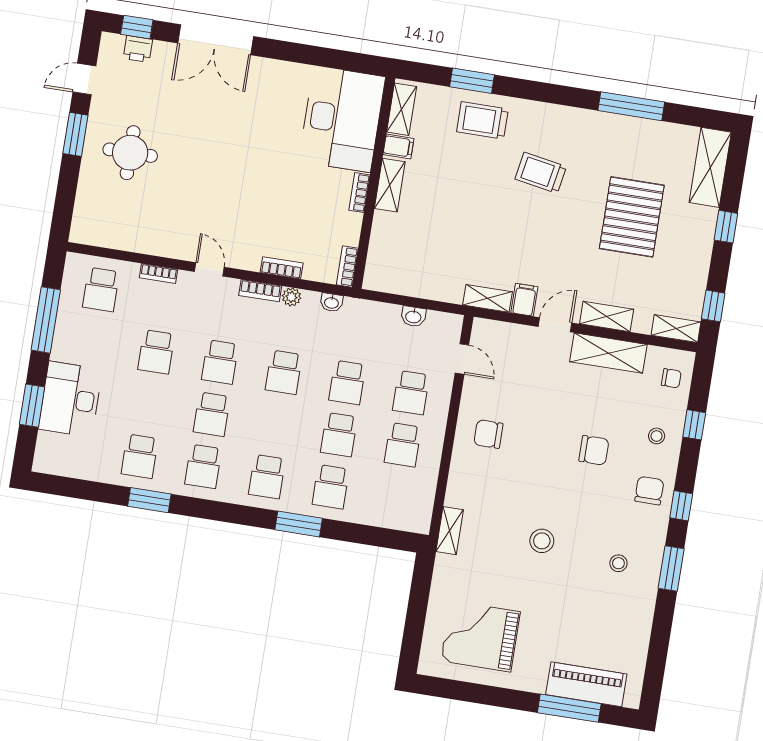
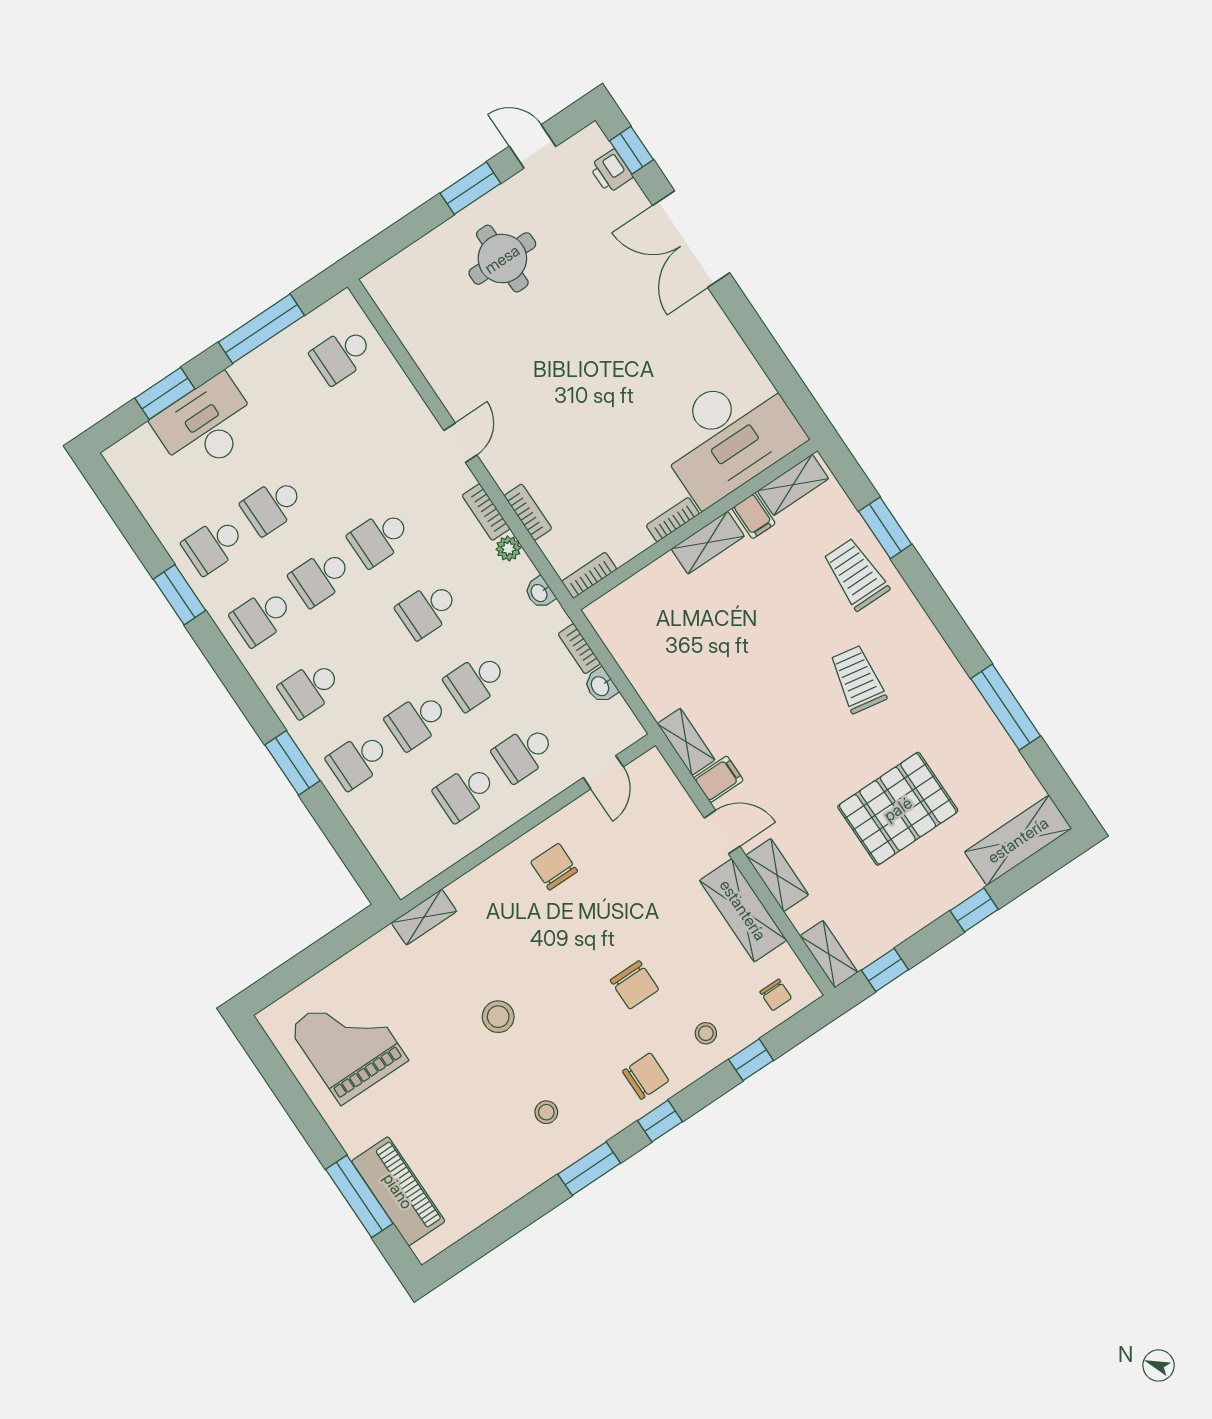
bookcase: (159, 273) -> (579, 649), moved
school desk: (156, 352) -> (272, 506), moved

